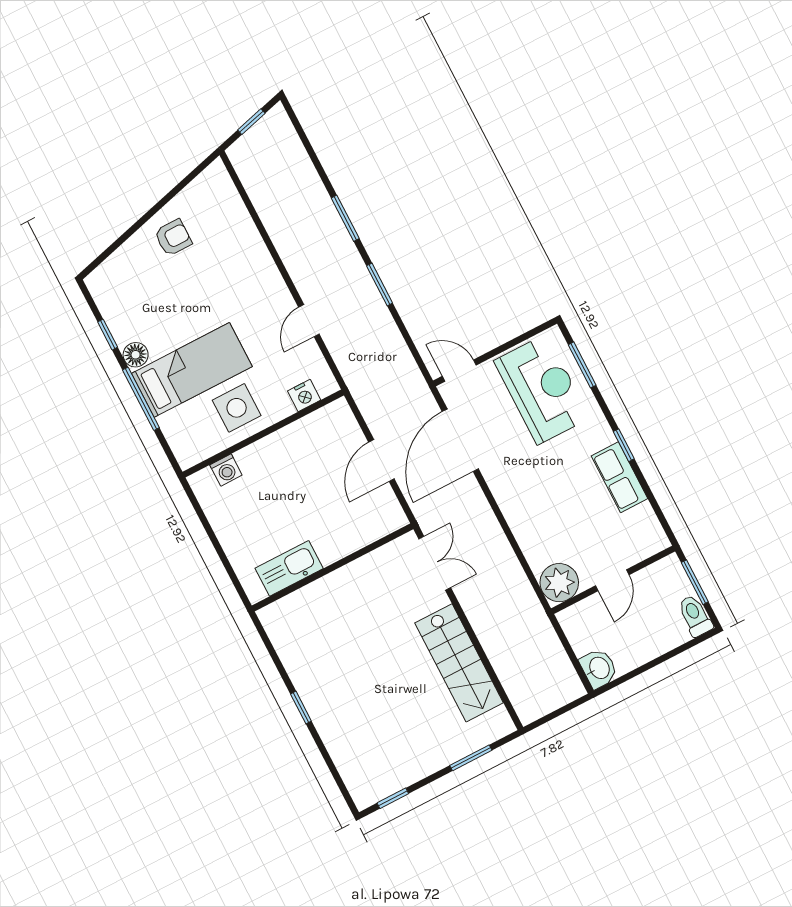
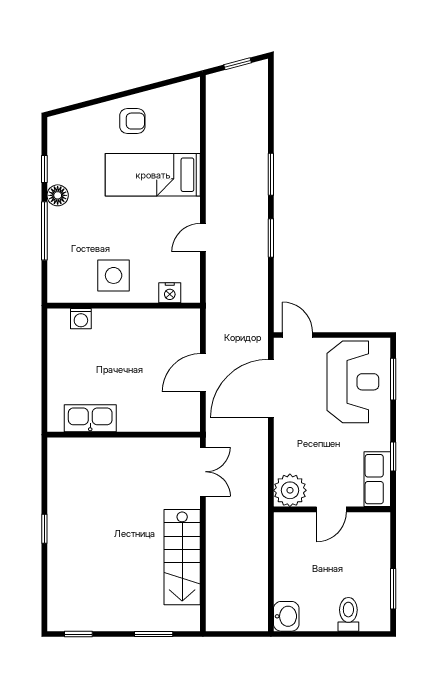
bed: (192, 370) -> (153, 175), moved, turned 180
door: (612, 580) -> (331, 509), moved
wall: (613, 580) -> (332, 509), moved
plant: (559, 583) -> (290, 490), moved
toilet: (695, 616) -> (348, 614), moved

